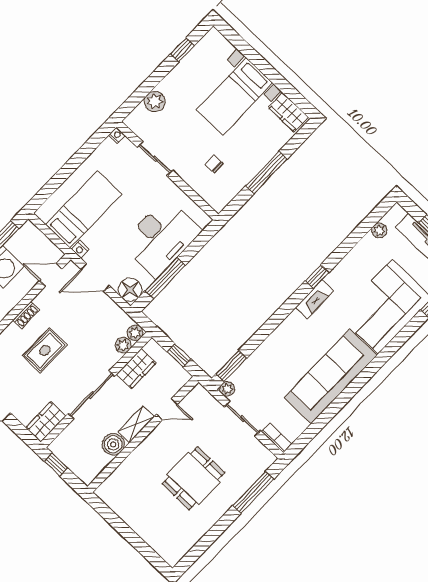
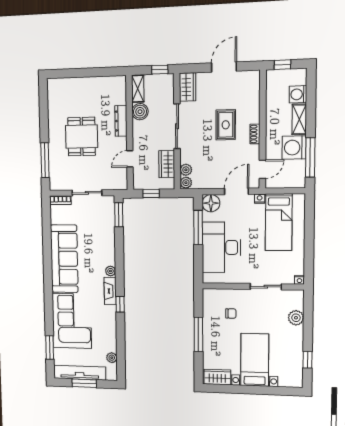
plant: (227, 389) -> (110, 271), moved
shelving: (136, 424) -> (138, 89), moved
dresser: (140, 454) -> (121, 121), added

